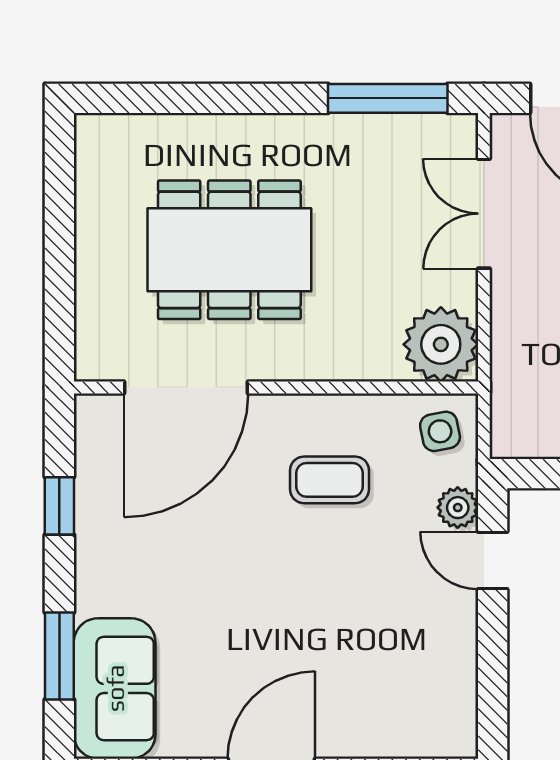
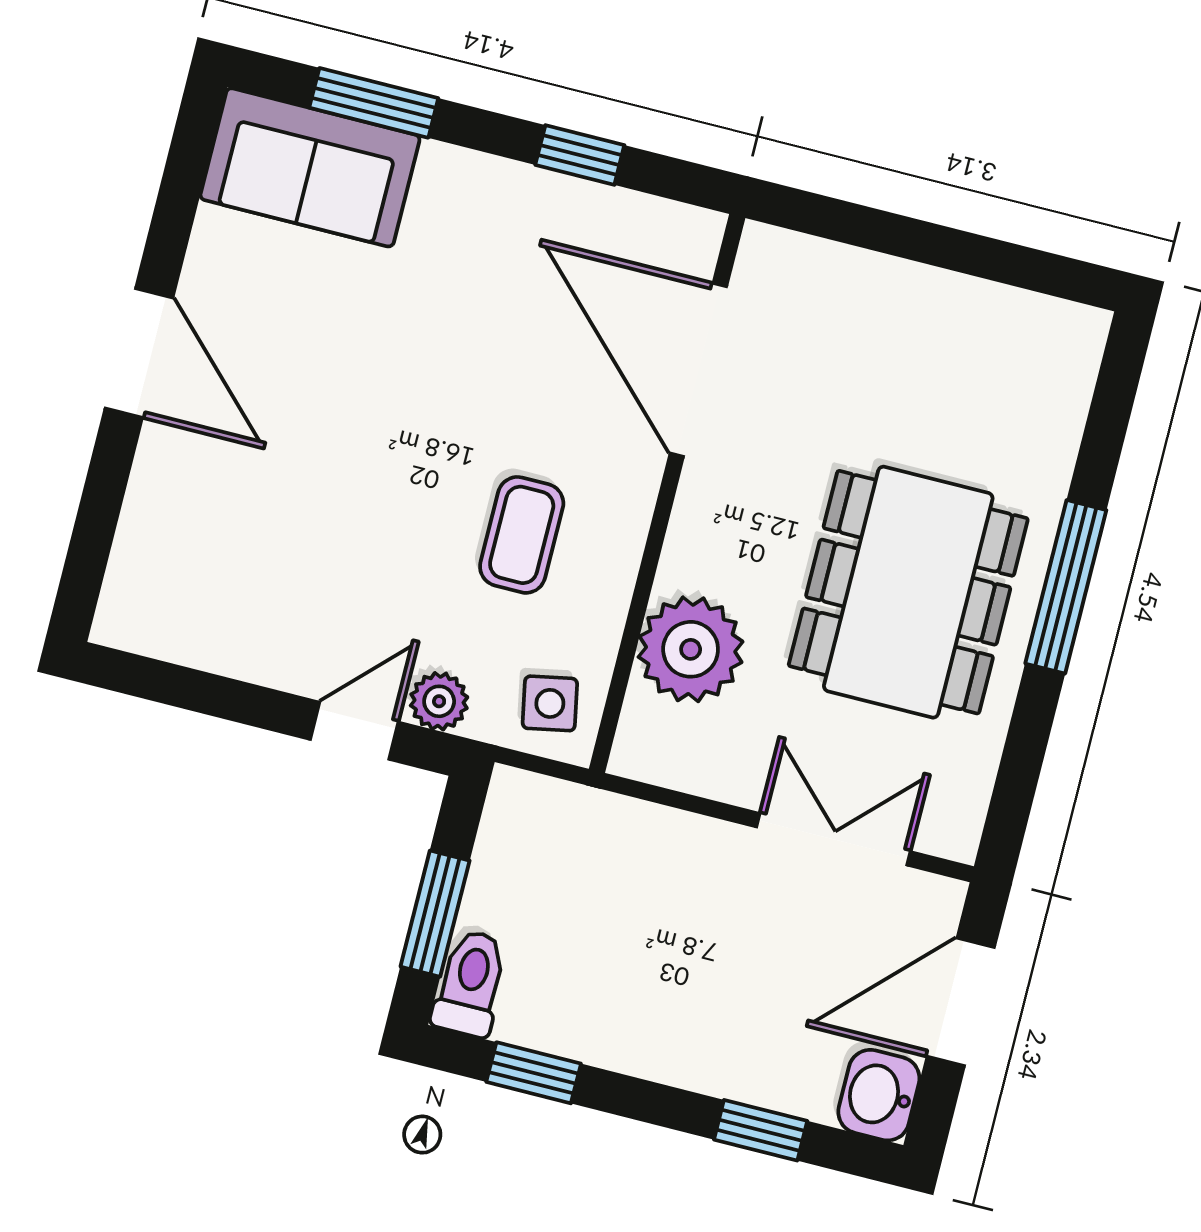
window: (388, 98) -> (1066, 587), moved
dining table: (229, 250) -> (908, 592), moved
plant: (441, 344) -> (691, 649), moved

